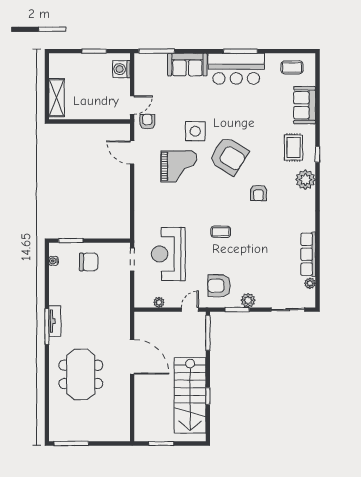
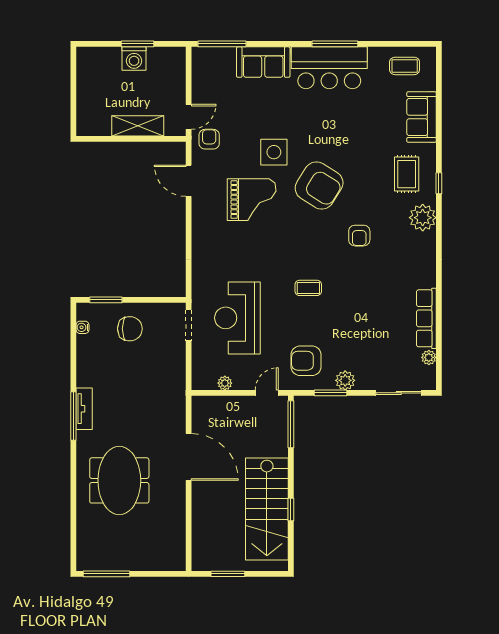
washing machine: (121, 69) -> (134, 58), moved, turned -90
shelving: (57, 98) -> (138, 126), moved, turned 90

